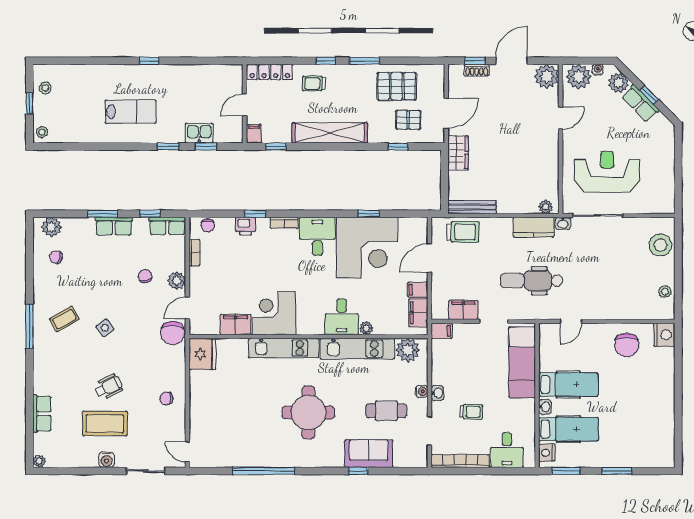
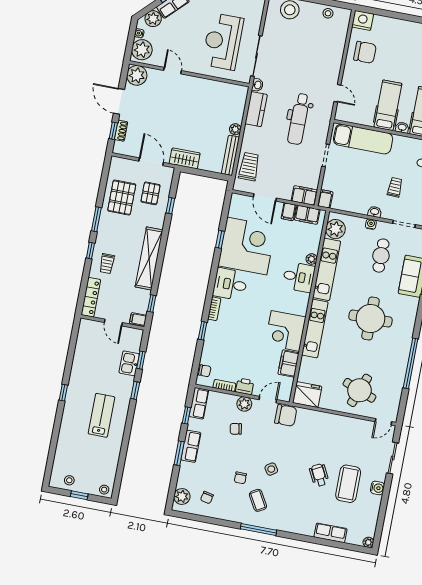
plant: (546, 207) -> (235, 129), moved
printer: (246, 226) -> (245, 386), moved, turned -90
door: (187, 308) -> (268, 400), swing flipped
filing cabinet: (463, 310) -> (304, 195), moved, turned 90
chair: (166, 398) -> (240, 478), moved
round table: (220, 416) -> (359, 390), added

